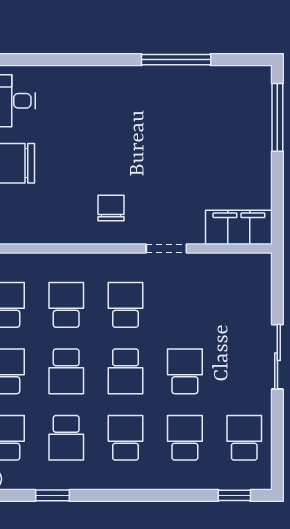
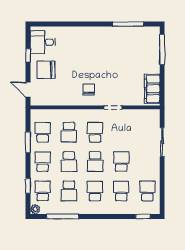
window: (176, 60) -> (128, 24), moved
filing cabinet: (239, 227) -> (152, 89), moved, turned -90
school desk: (66, 305) -> (69, 132), turned 180
sliding door: (277, 357) -> (162, 142), moved
window: (52, 495) -> (63, 216), width x2.17

